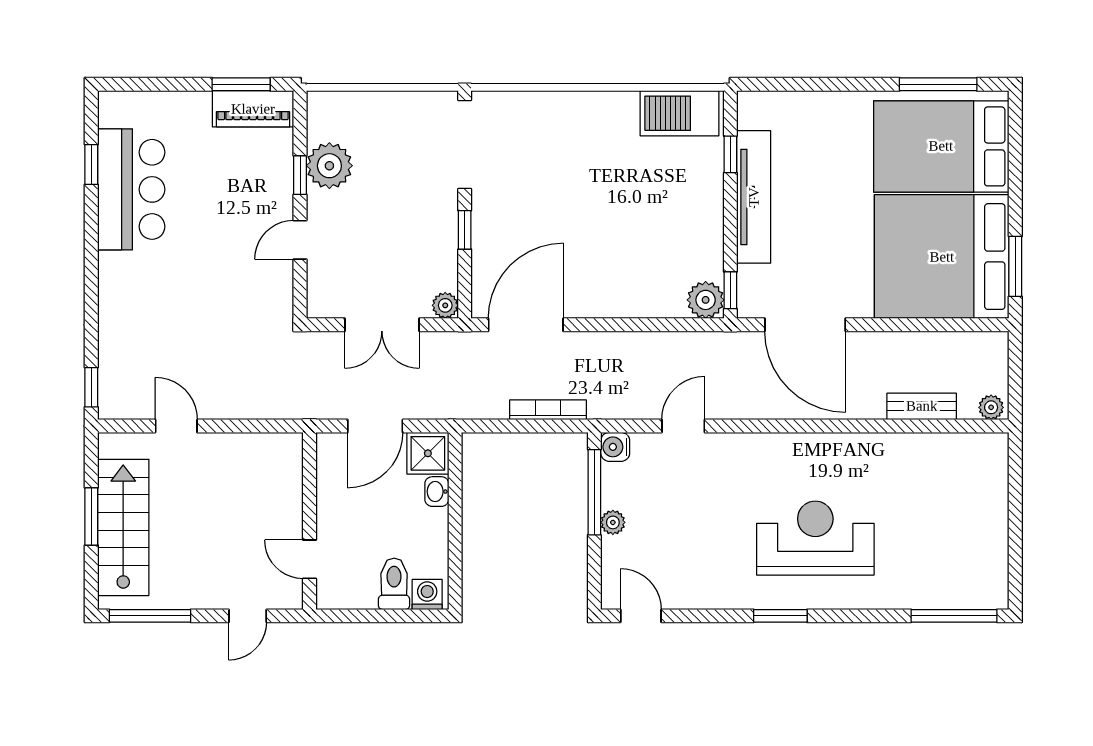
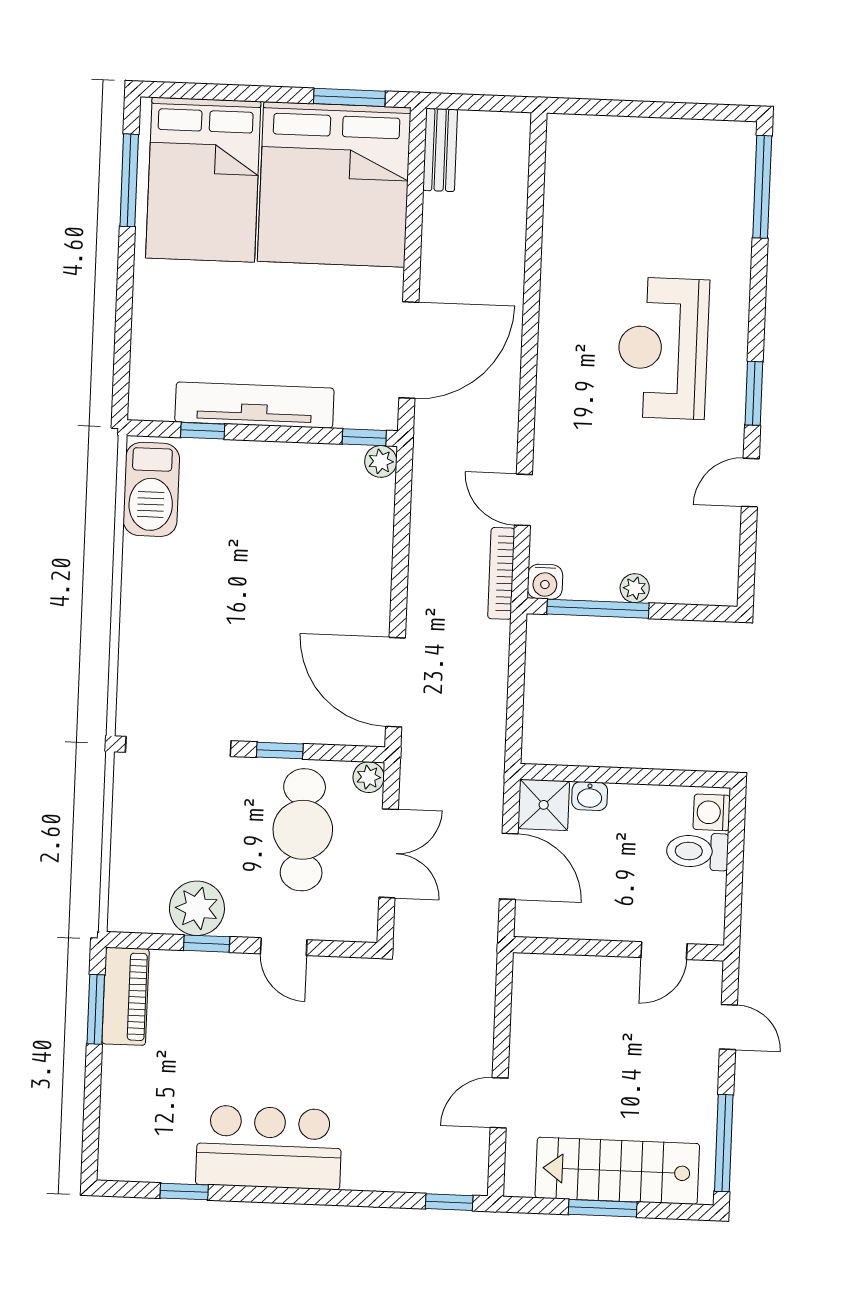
bar counter: (131, 189) -> (269, 1147), moved
cafe table: (399, 252) -> (303, 830), added
plant: (706, 300) -> (381, 461), width x0.73, depth x0.73
bench: (922, 406) -> (440, 150), moved
plant: (991, 407) -> (516, 133), removed
bookcase: (548, 410) -> (501, 573), moved
door: (641, 616) -> (750, 483), moved

